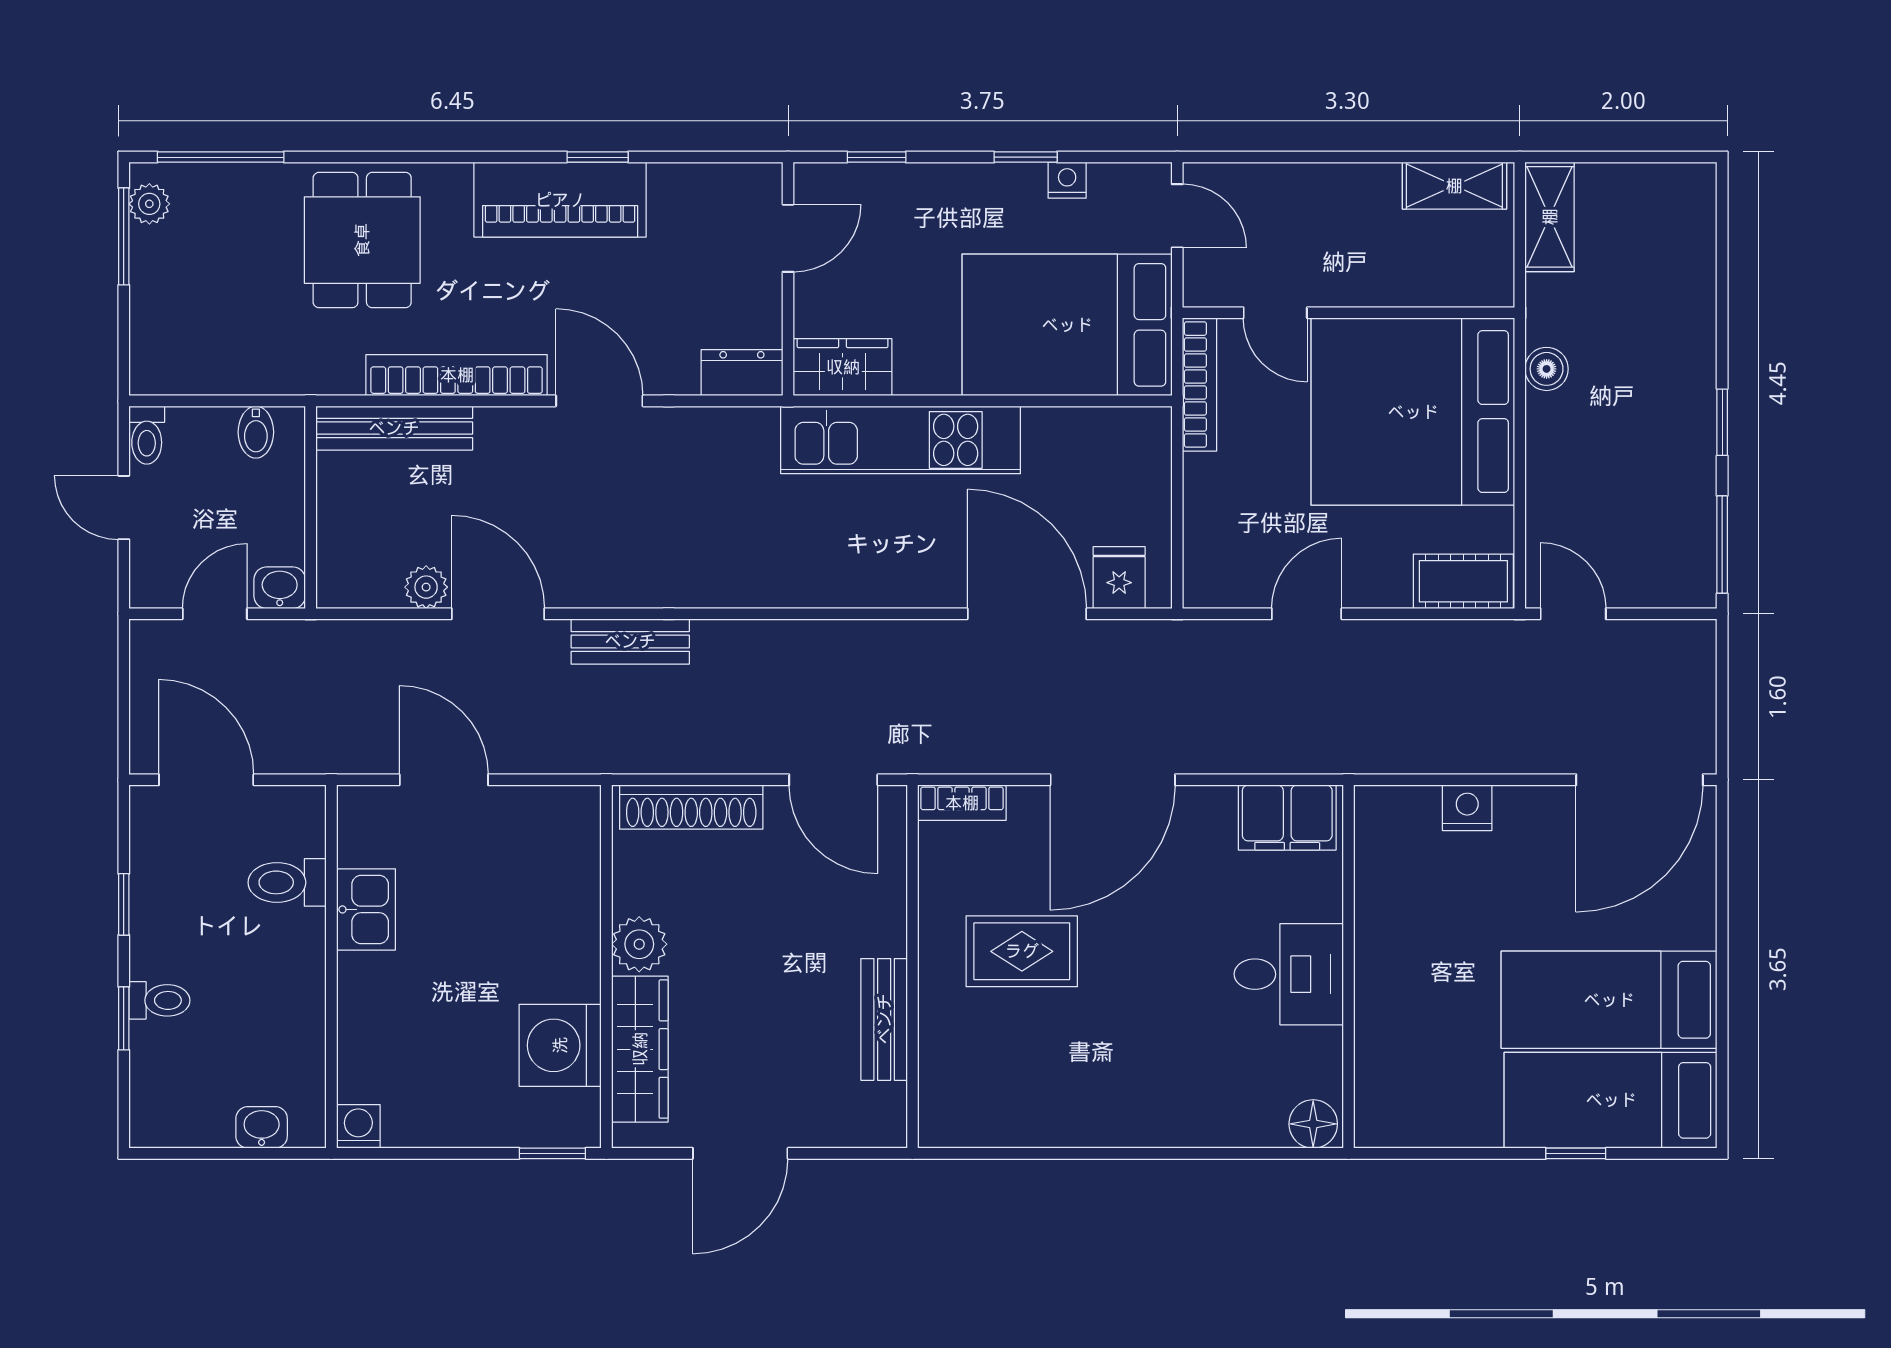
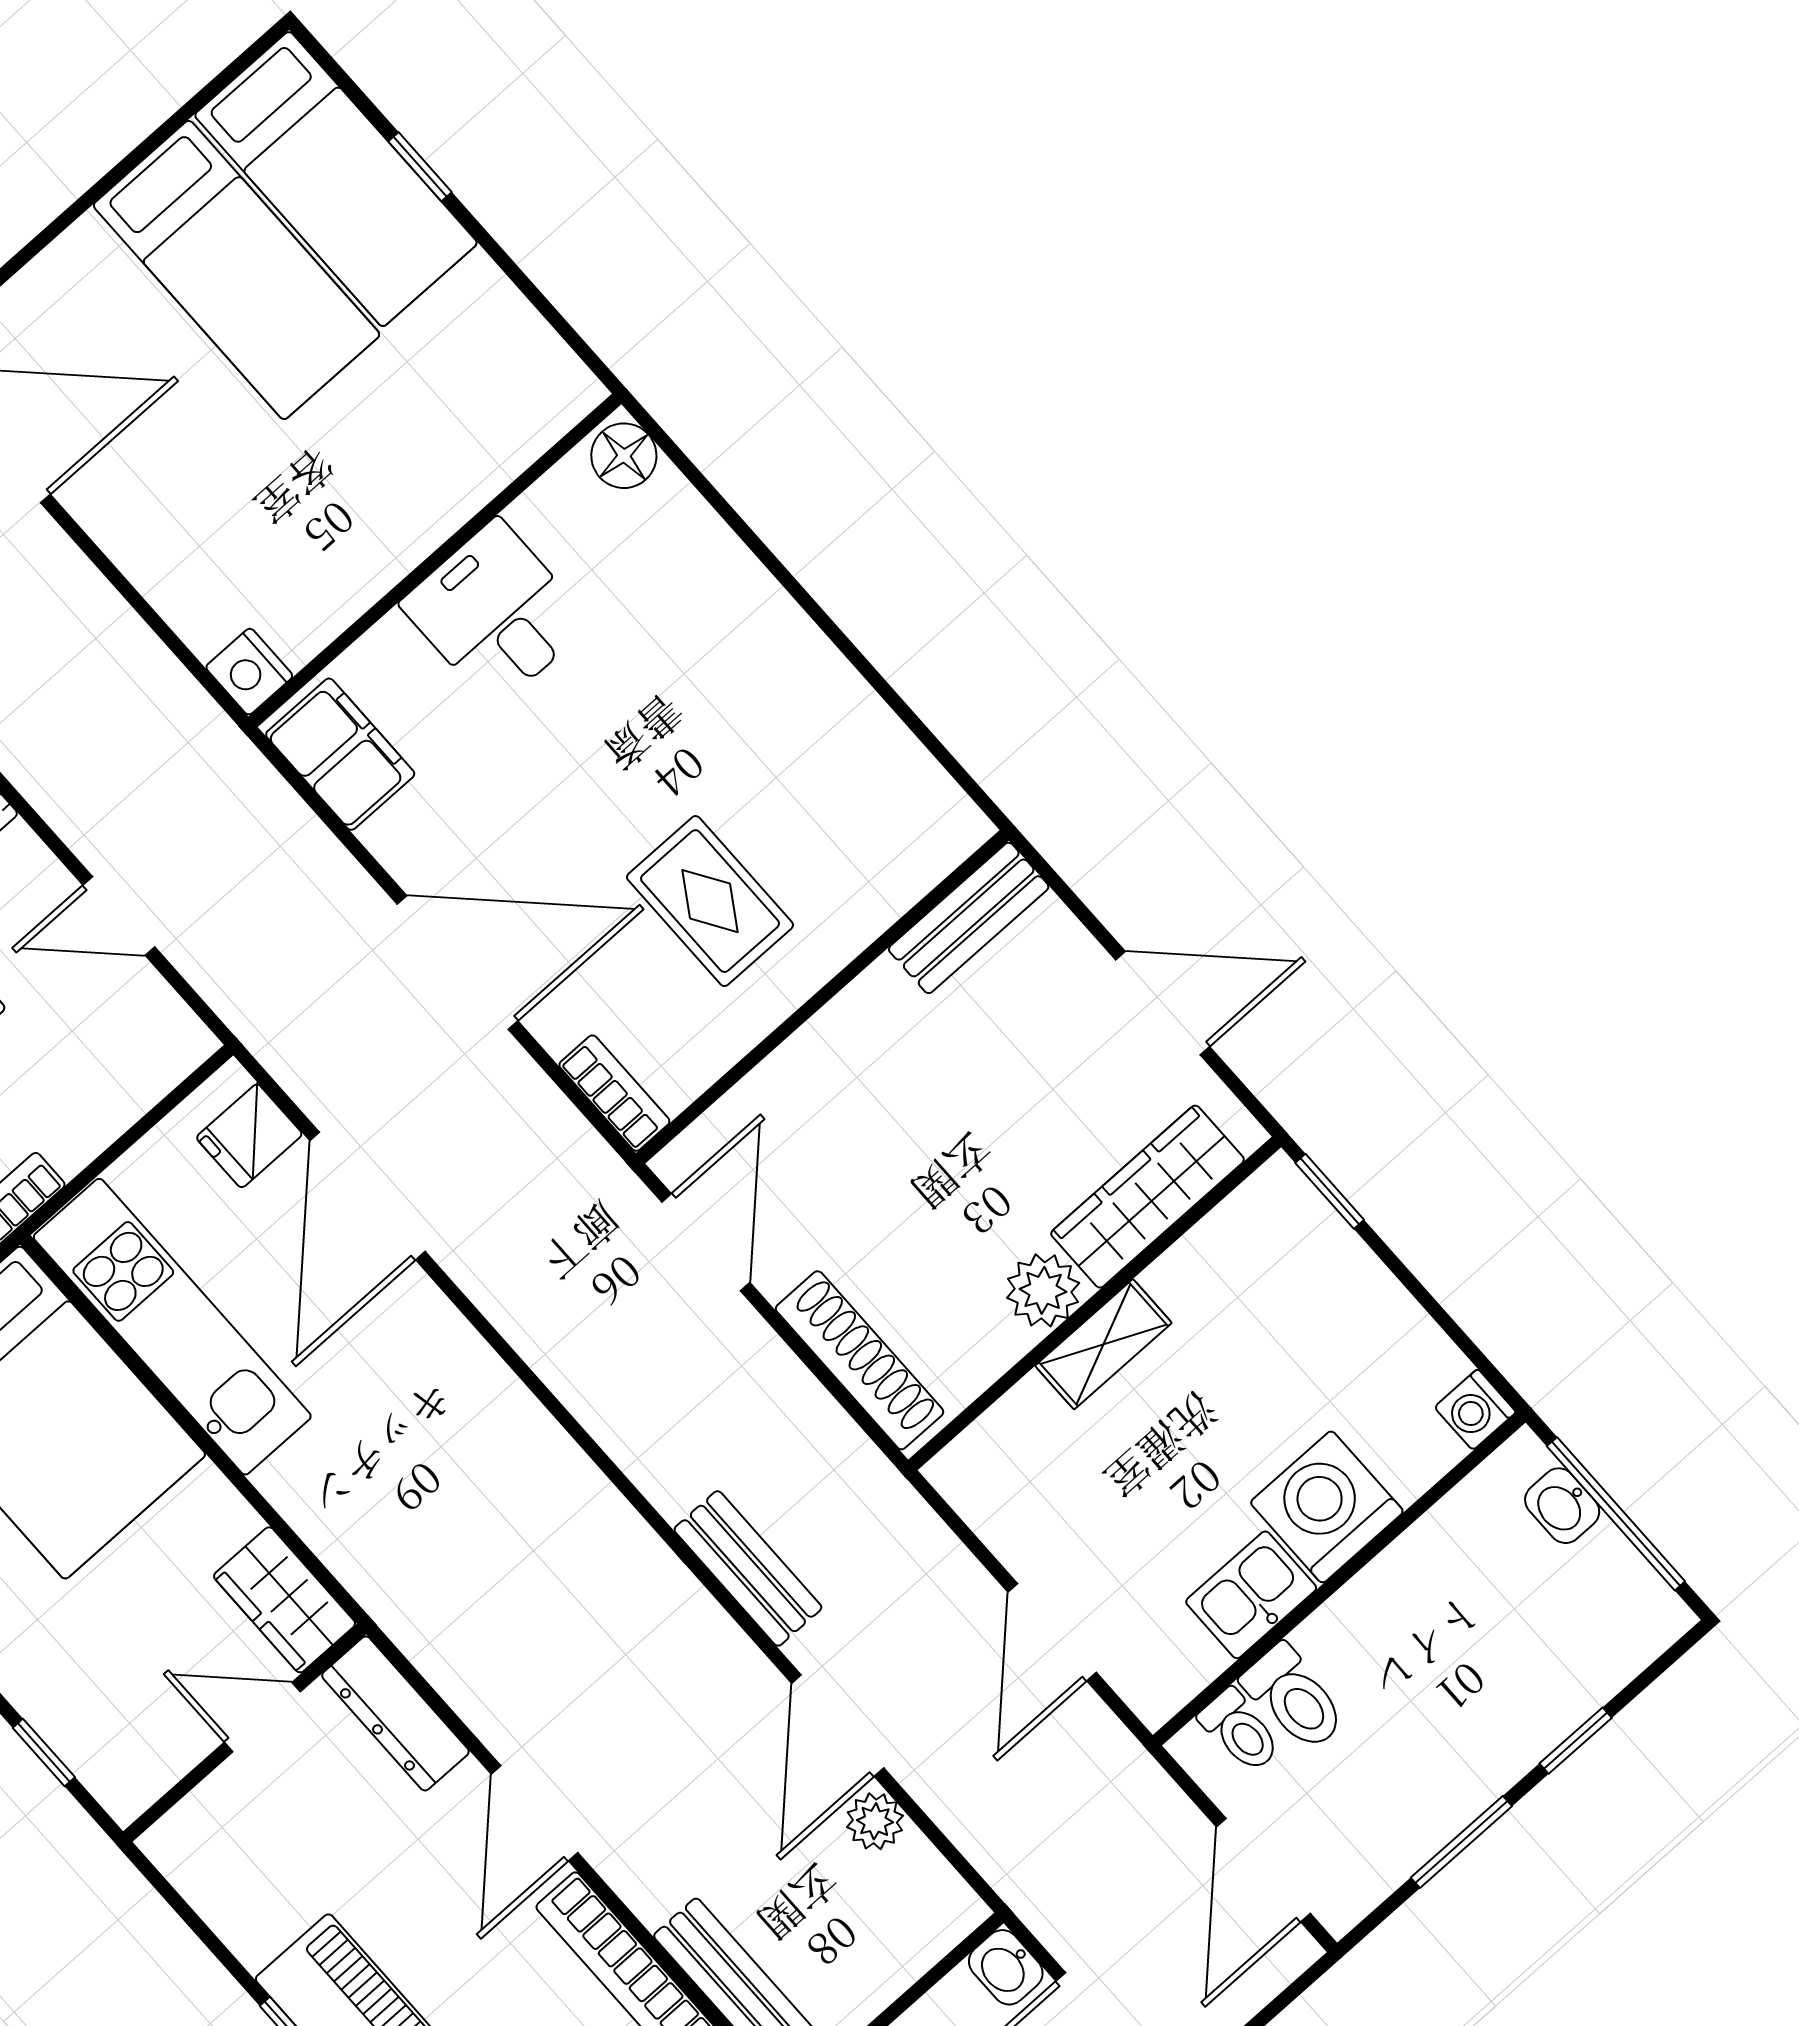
door: (788, 238) -> (262, 1717), moved
dresser: (742, 373) -> (395, 1713), width x1.44
kitchen unit: (901, 440) -> (172, 1327), moved
nightstand: (1467, 808) -> (249, 672), moved
window: (124, 904) -> (1461, 1842), width x1.50
shelving: (579, 951) -> (1103, 1344), added
toilet: (159, 1000) -> (1240, 1731), moved, turned 180
bench: (884, 1019) -> (969, 918), moved
washing machine: (560, 1045) -> (1327, 1507), moved, turned 180
window: (230, 1153) -> (1616, 1514), added

